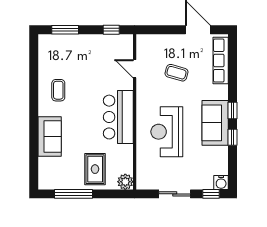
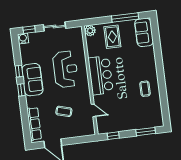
sofa: (50, 136) -> (144, 32), moved

